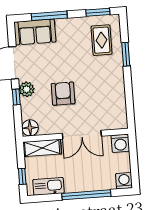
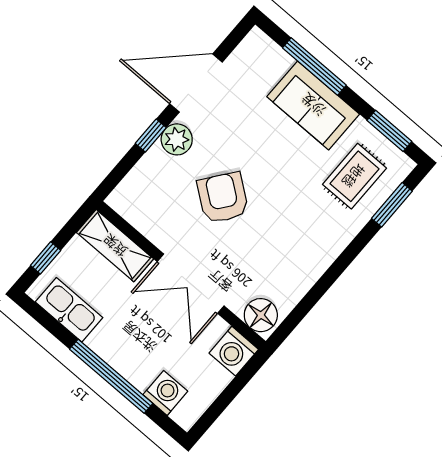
sofa: (35, 32) -> (313, 105), moved
window: (126, 54) -> (392, 205), moved
armchair: (63, 94) -> (223, 198), turned -53
floor lamp: (30, 128) -> (261, 315), moved
washing machine: (124, 181) -> (165, 393), moved

